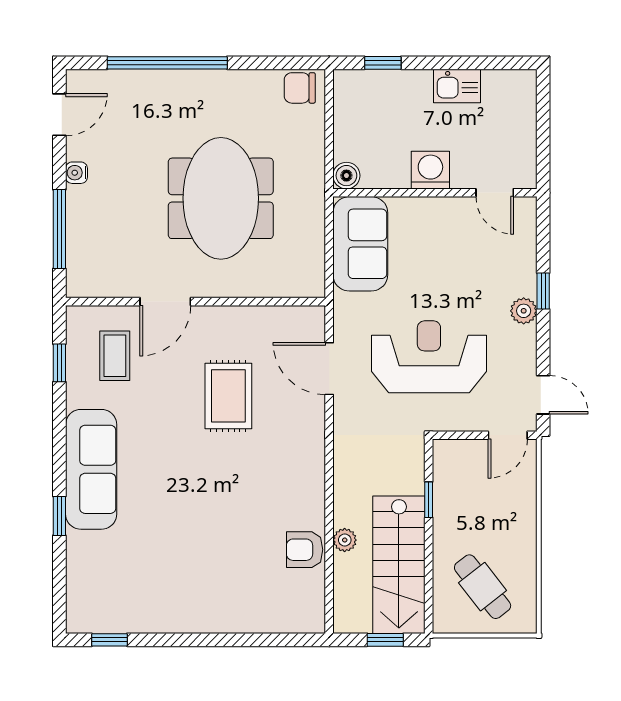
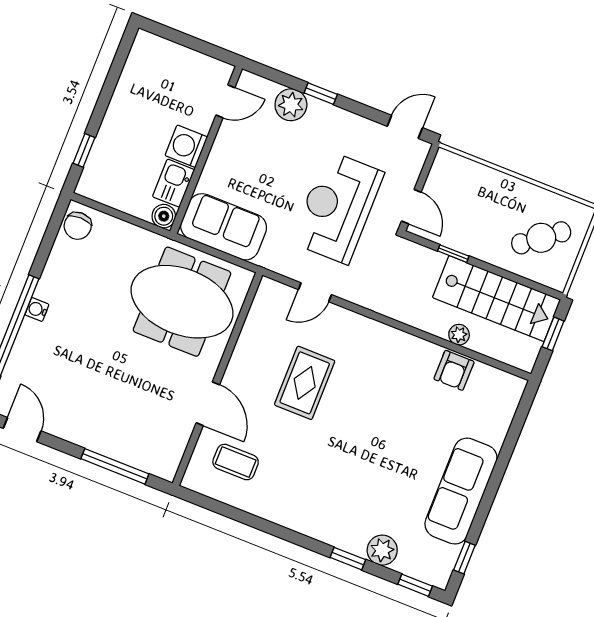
kitchen sink: (457, 86) -> (174, 183), moved, turned 180
water cooler: (76, 173) -> (37, 310), moved, turned 90
meeting table: (221, 198) -> (182, 302), moved
plant: (524, 311) -> (291, 105), moved, width x1.38, depth x1.38
window: (59, 363) -> (415, 585), moved
door: (329, 369) -> (315, 292), width x0.73
rug: (228, 396) -> (305, 383), turned 90
door: (508, 435) -> (411, 207), moved
sofa: (91, 469) -> (461, 491), moved, turned -90
plant: (83, 549) -> (382, 550), added

